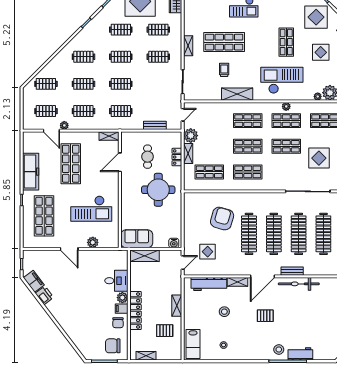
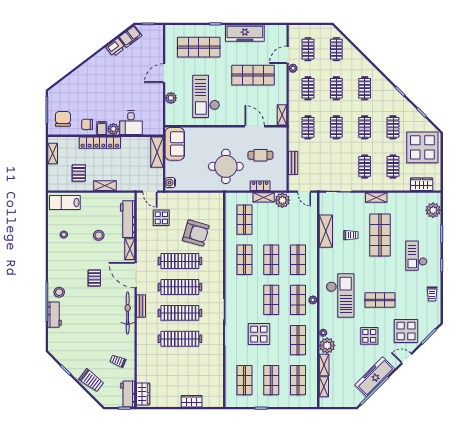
shelving: (237, 94) -> (326, 231), moved

